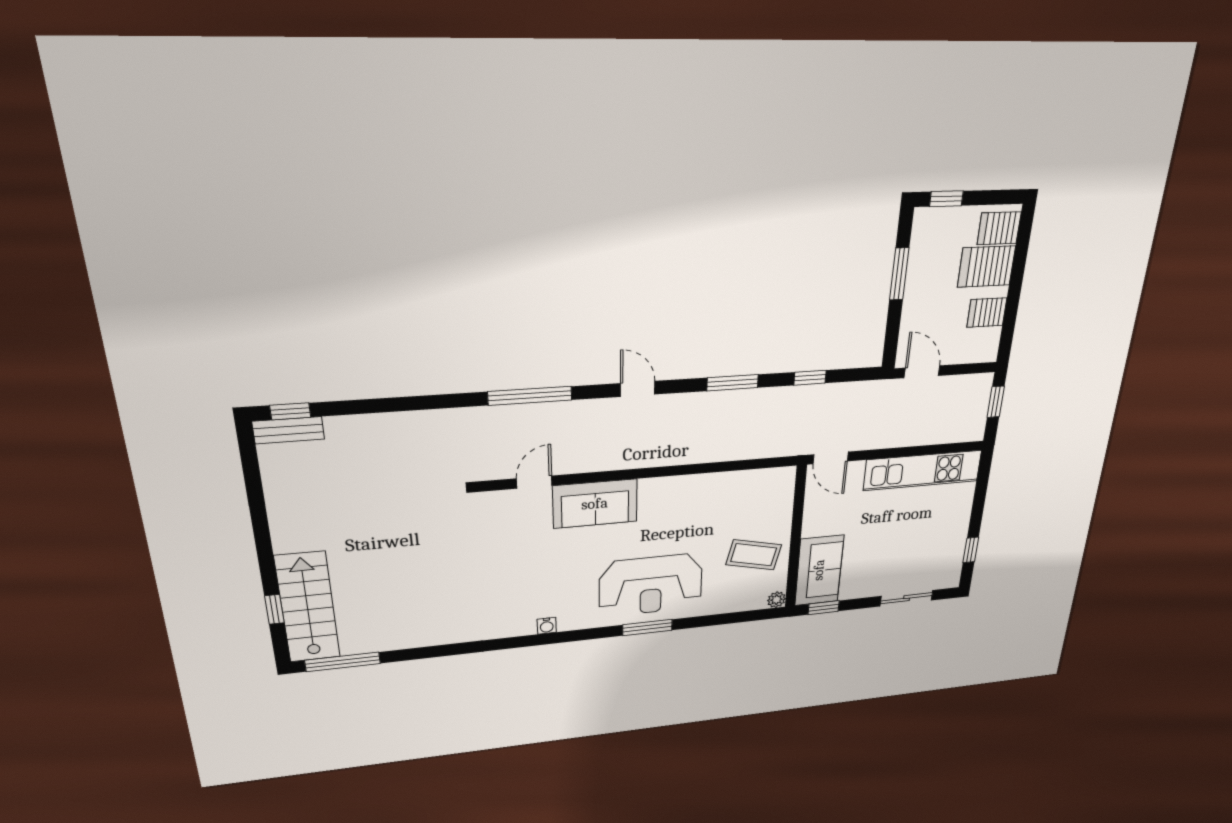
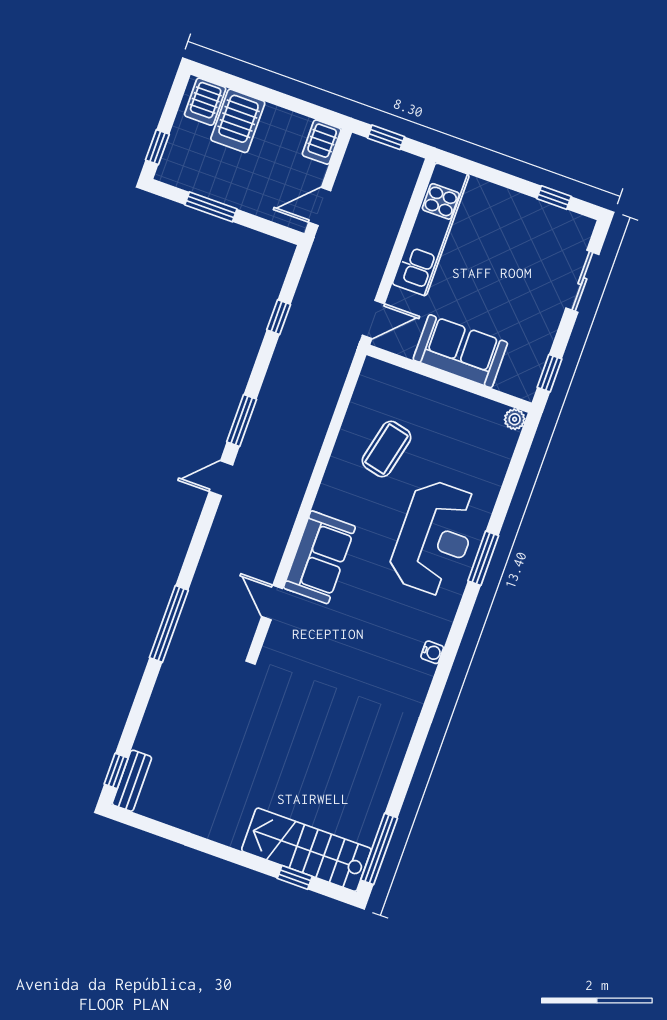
server rack: (987, 313) -> (322, 142), moved
window: (733, 383) -> (242, 421), moved
window: (530, 396) -> (169, 624), moved
coffee table: (754, 555) -> (387, 449), moved
sofa: (819, 570) -> (460, 351), moved

